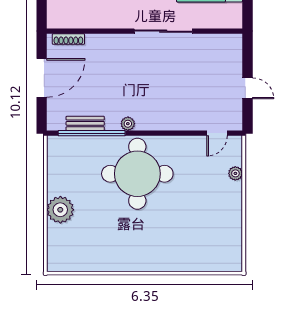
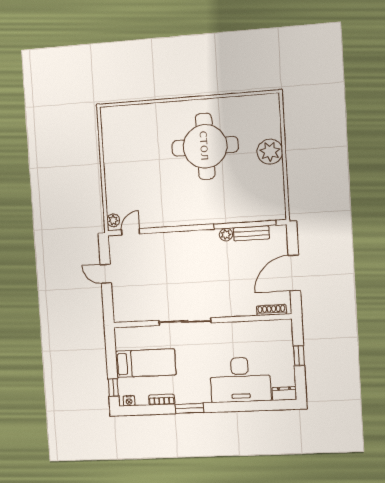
plant: (128, 124) -> (226, 235), moved
plant: (235, 173) -> (113, 220), moved
round table: (137, 174) -> (205, 146), moved

